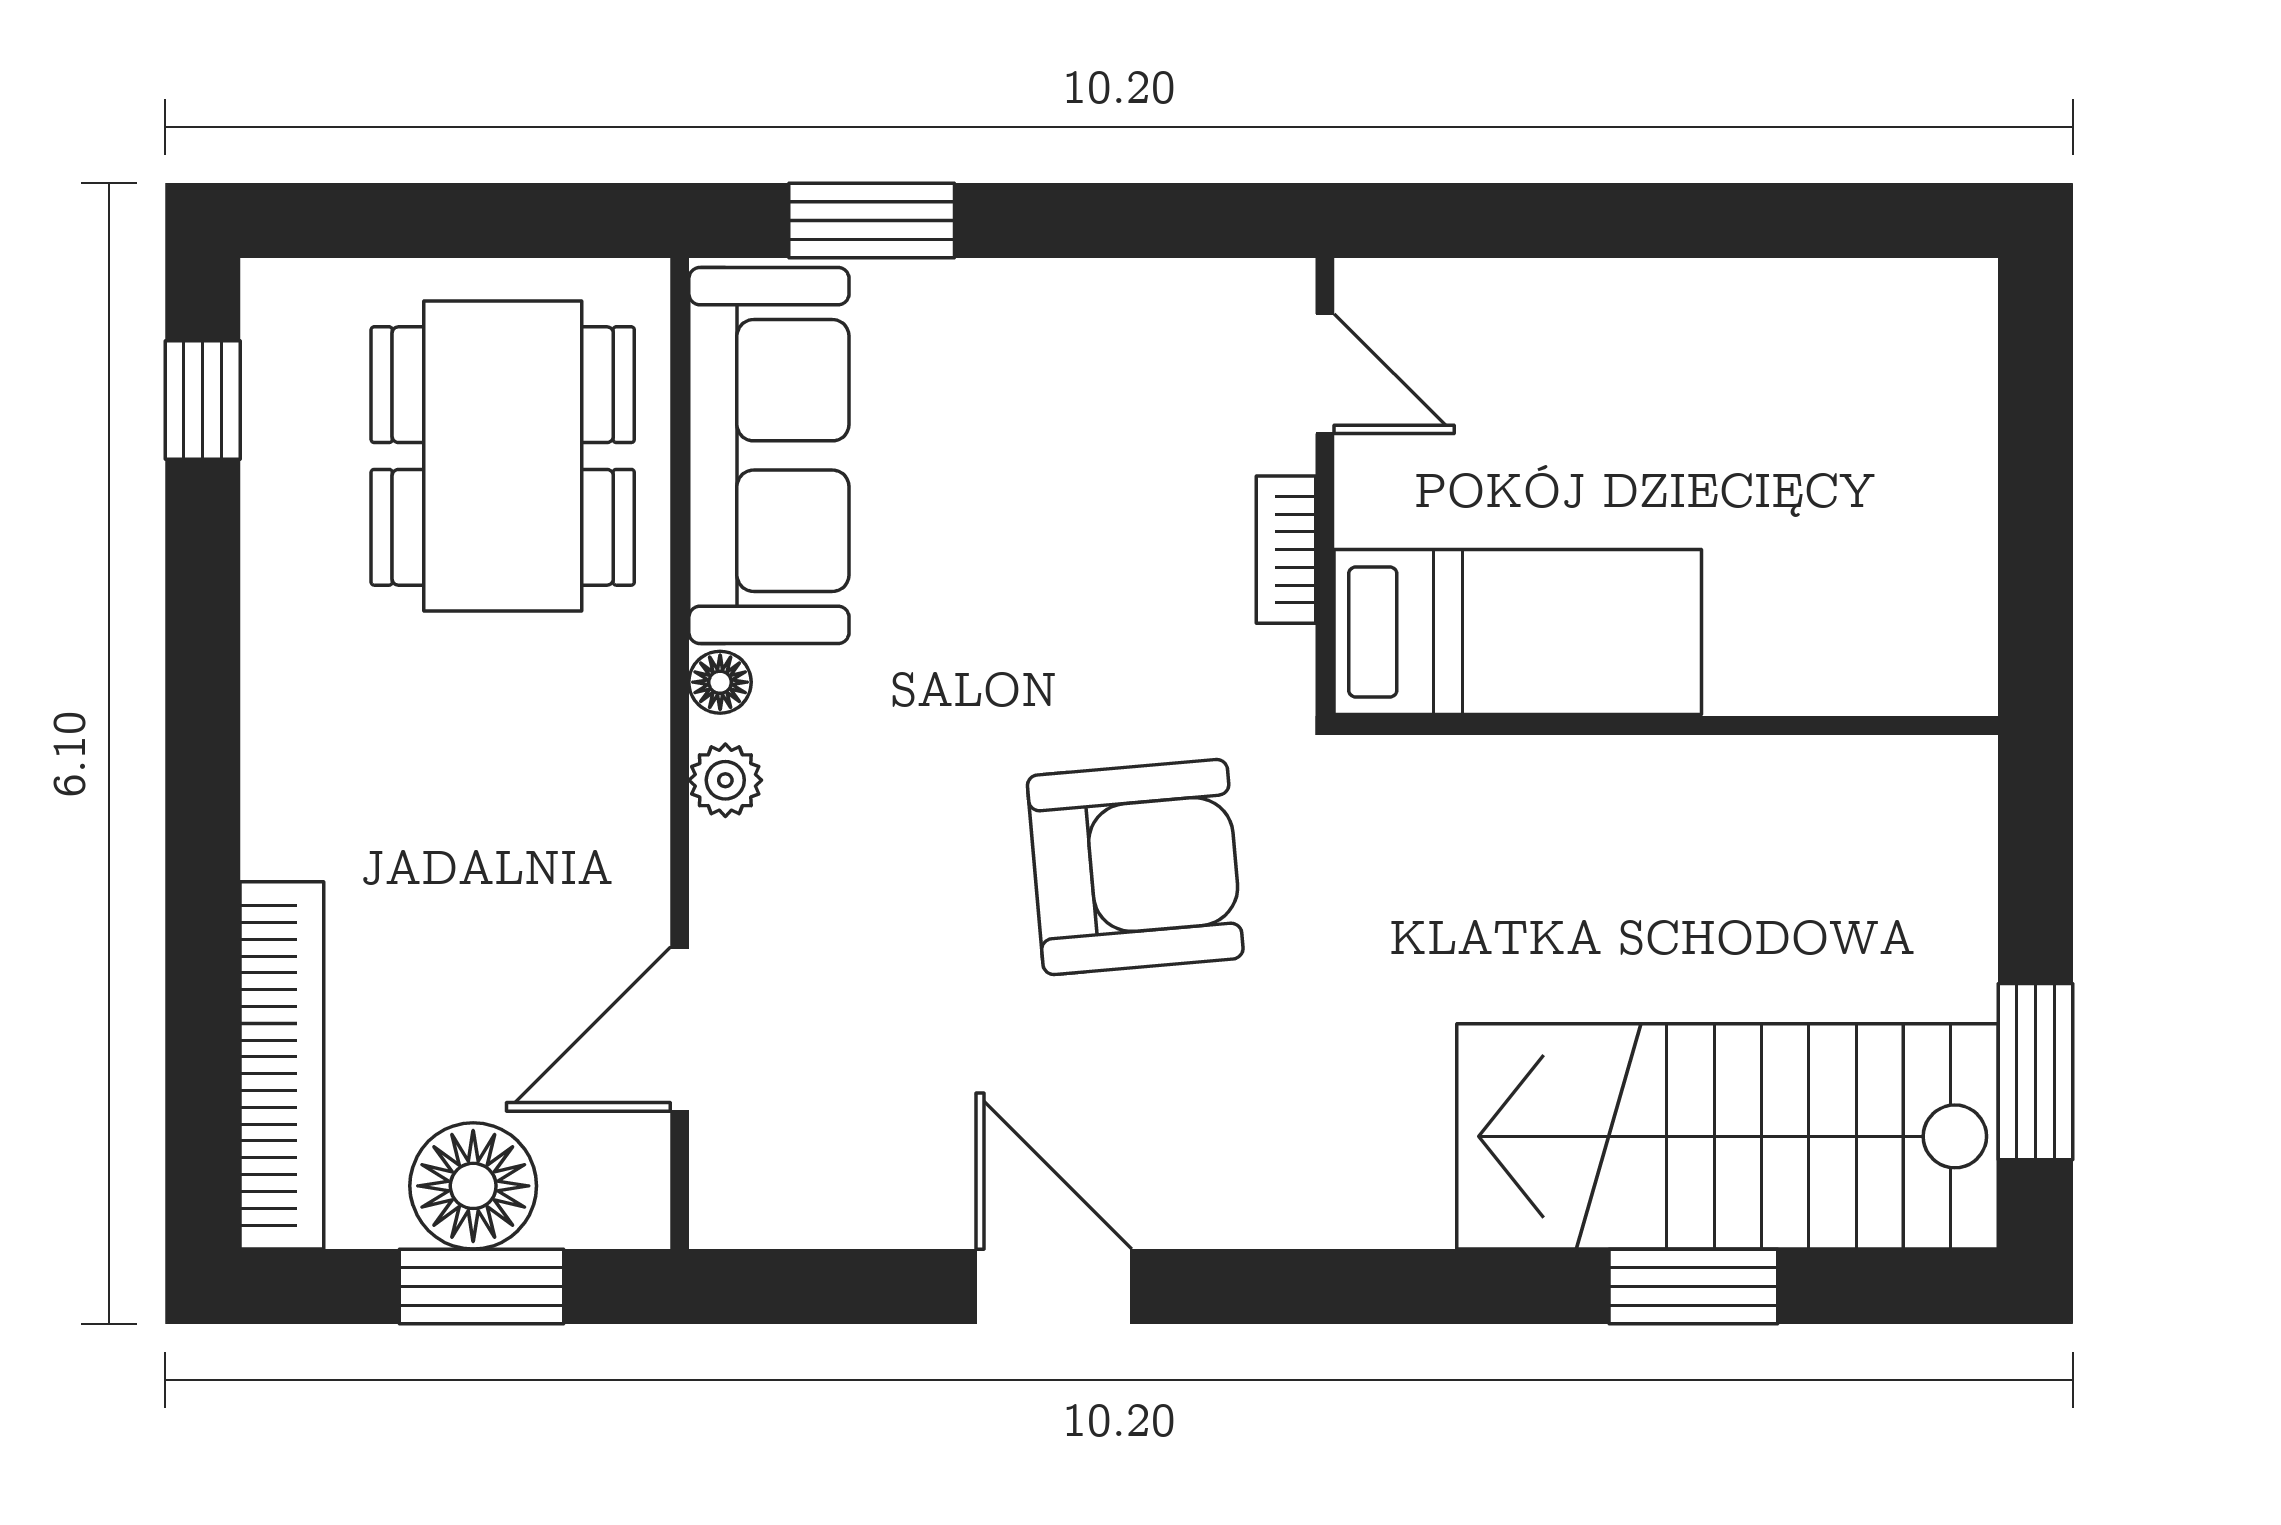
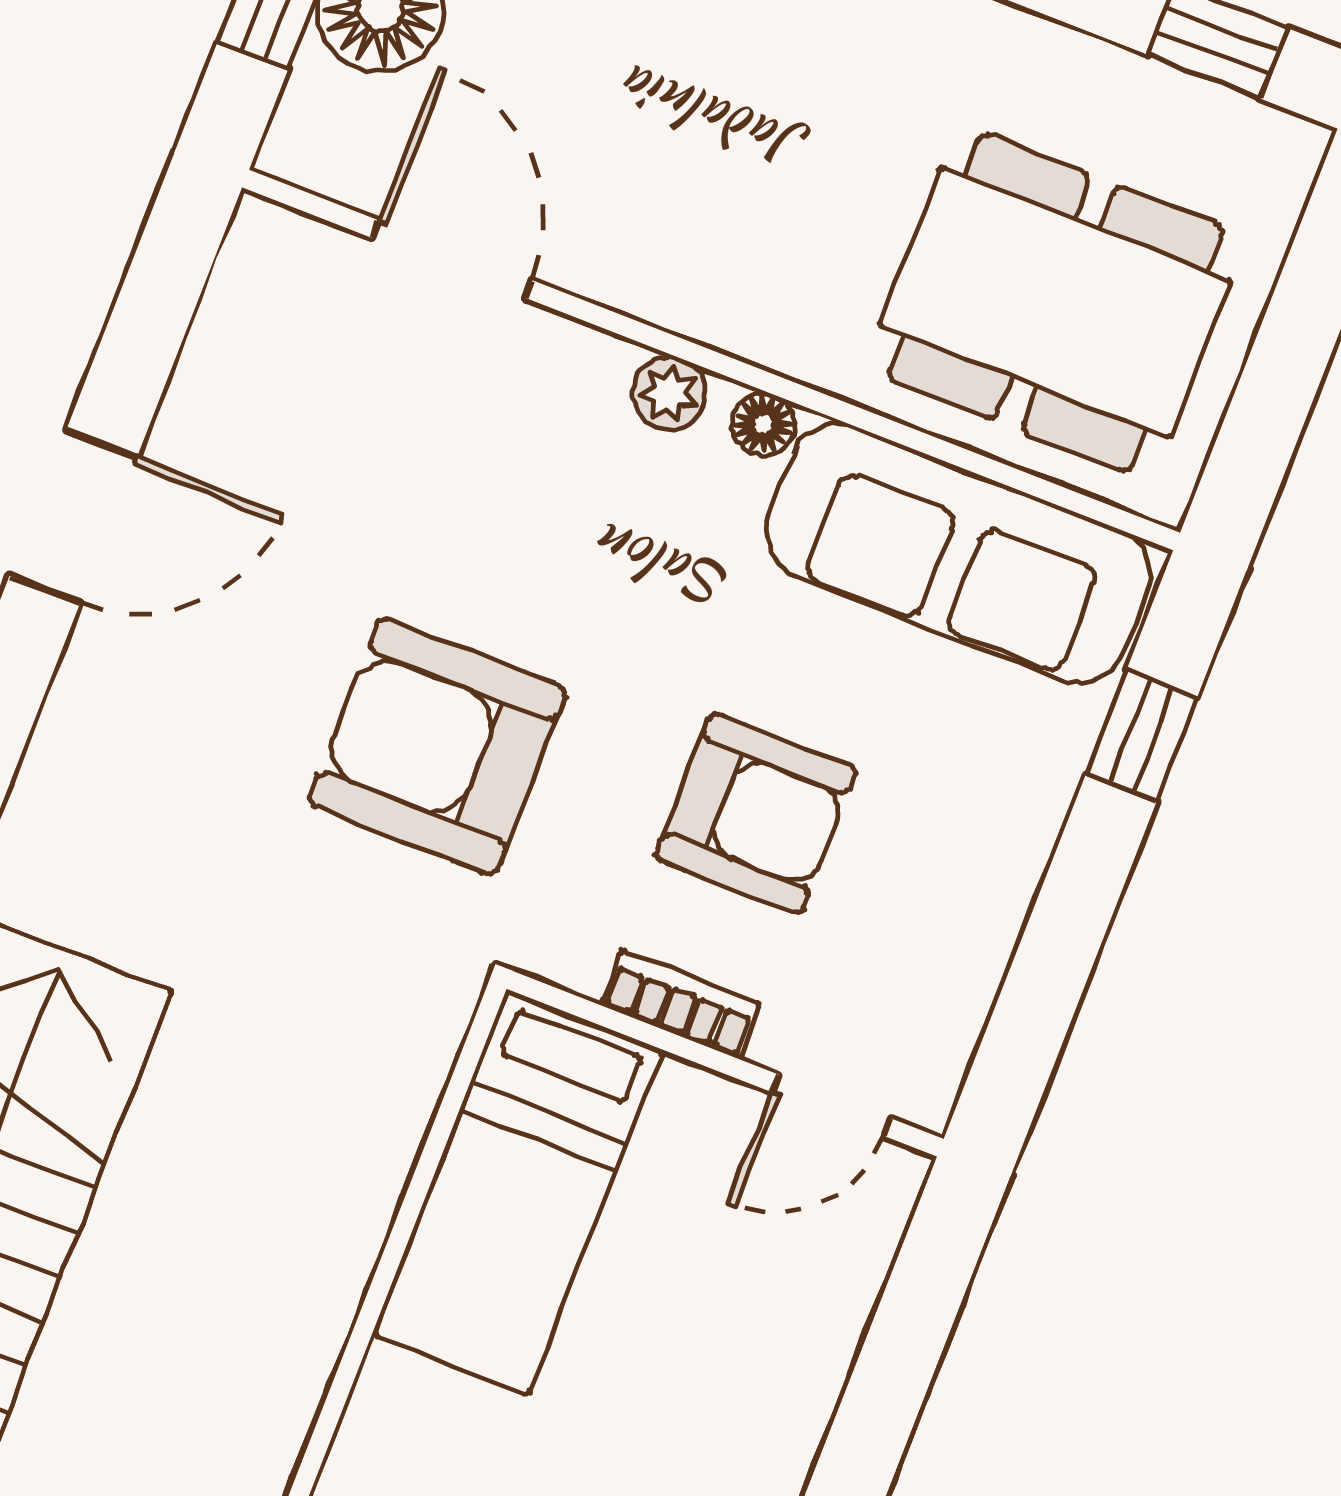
window: (872, 221) -> (1142, 736), width x0.67
armchair: (1083, 549) -> (756, 814), added
armchair: (1135, 867) -> (438, 747), turned 95

